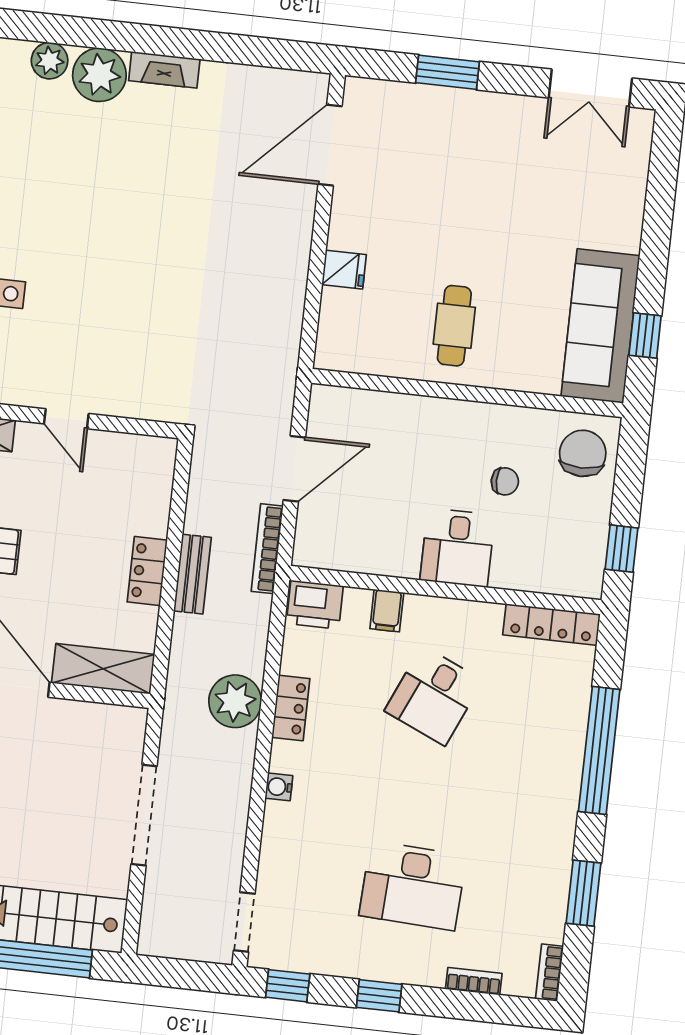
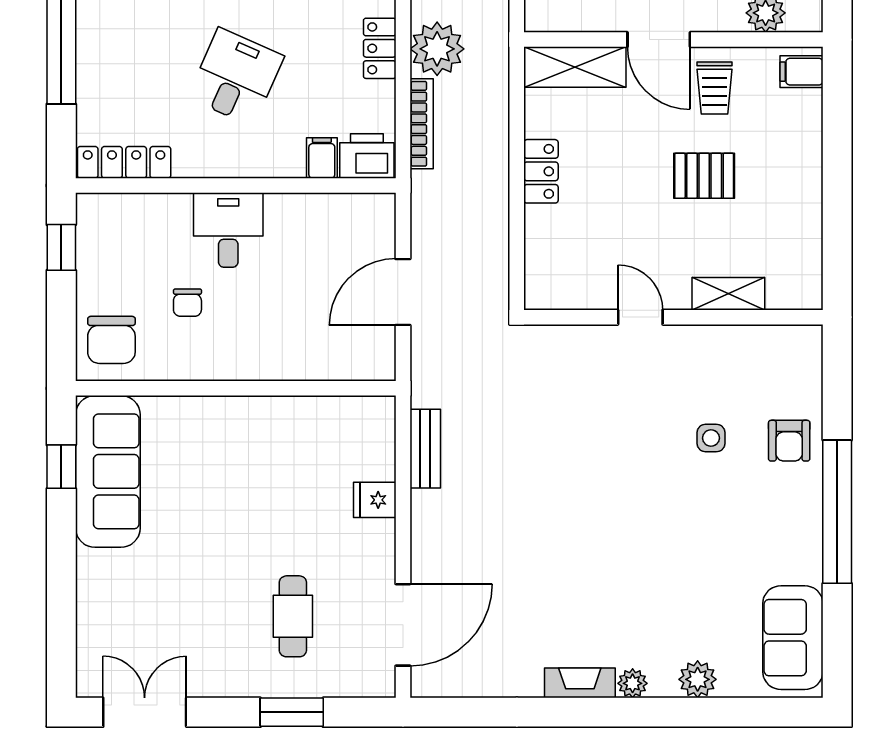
plant: (99, 75) -> (633, 683), width x0.53, depth x0.53
cafe table: (454, 326) -> (293, 616), moved
chair: (505, 481) -> (187, 303), turned -90
bookcase: (267, 549) -> (422, 124), moved
bench: (192, 574) -> (425, 449), moved
filing cabinet: (387, 611) -> (322, 158), moved

